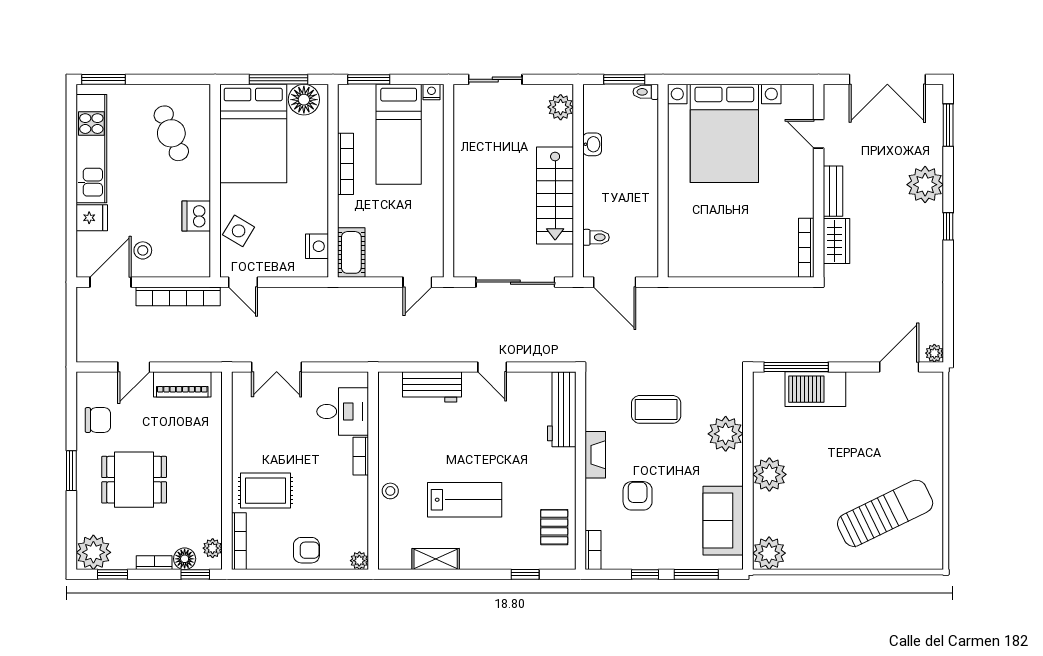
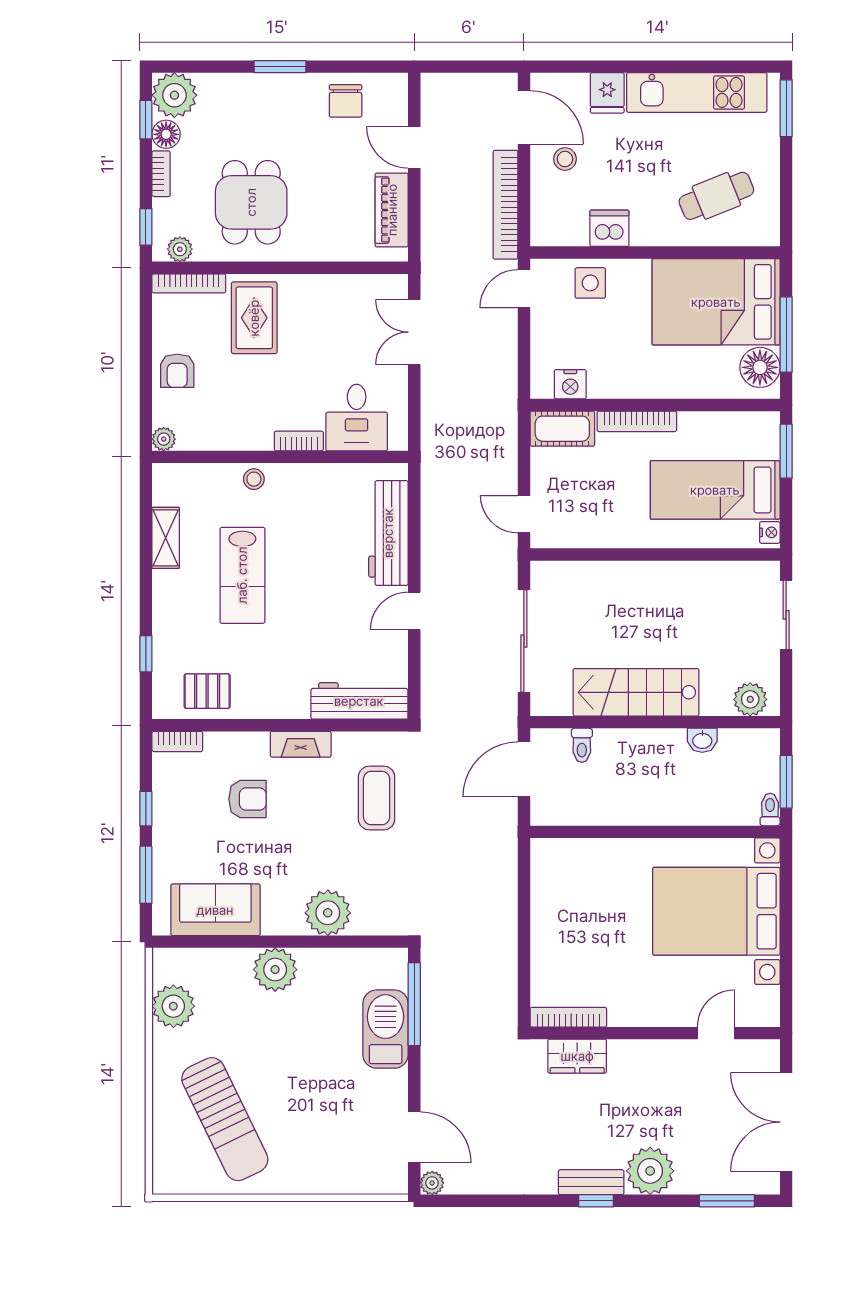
bookcase: (346, 164) -> (637, 421), moved
bench: (833, 191) -> (591, 1182), moved
side table: (239, 231) -> (590, 283), turned -31
workbench: (432, 387) -> (388, 533), width x1.38
coffee table: (656, 409) -> (377, 798), moved
dining table: (134, 480) -> (251, 202), moved
plant: (769, 553) -> (173, 1006), moved
floor lamp: (185, 559) -> (166, 134), moved

